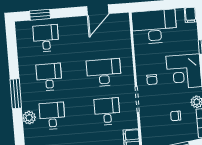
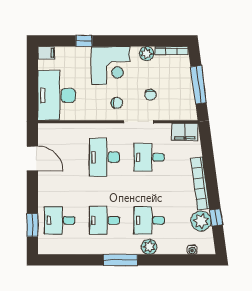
chair: (176, 116) -> (150, 95), moved

